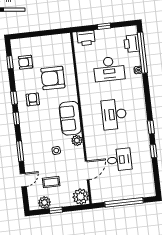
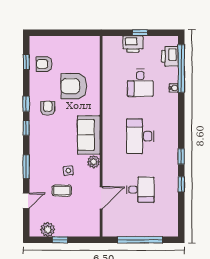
printer: (86, 38) -> (133, 44), moved
desk: (109, 69) -> (140, 83), width x0.73
coffee table: (51, 182) -> (62, 191), moved
plant: (81, 197) -> (91, 227), removed

